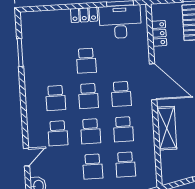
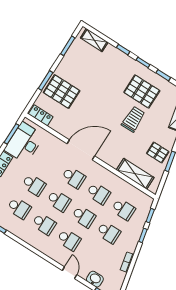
locker: (159, 33) -> (41, 115), moved
school desk: (53, 63) -> (19, 208), added
shelving: (167, 128) -> (135, 174), moved

